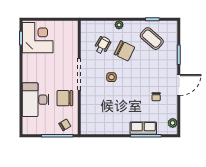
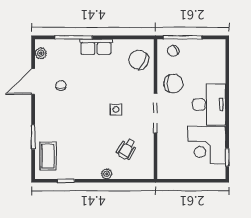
corner desk: (38, 38) -> (207, 145), moved
coffee table: (152, 39) -> (48, 156), moved, turned 49
chair: (124, 51) -> (139, 60), moved
door: (179, 85) -> (33, 81), moved
desk: (36, 100) -> (209, 104), moved
row of seats: (143, 128) -> (96, 47), moved

